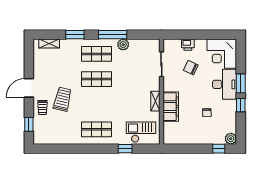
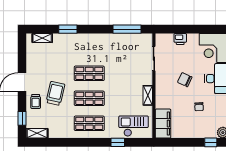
window: (113, 35) -> (127, 29), moved
plant: (123, 45) -> (116, 39), removed
shop shelf: (96, 54) -> (89, 98), moved
chair: (191, 68) -> (185, 80), moved
filing cabinet: (171, 107) -> (163, 124), moved
shelving: (44, 139) -> (37, 133), added

